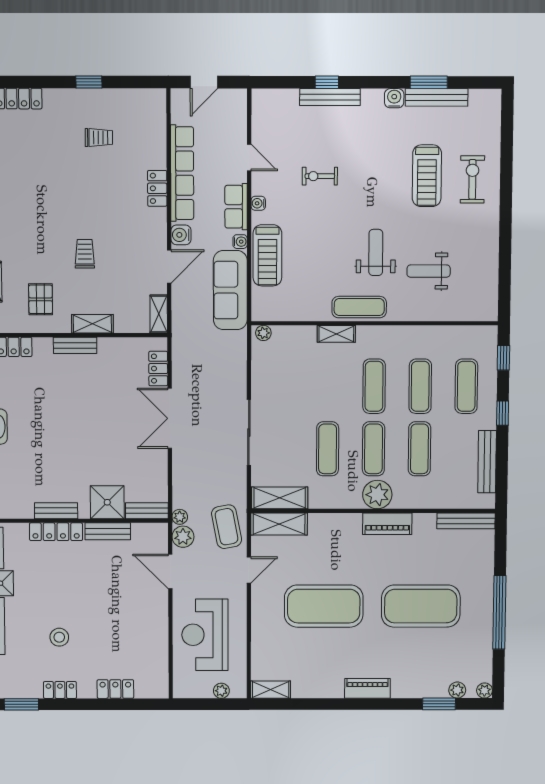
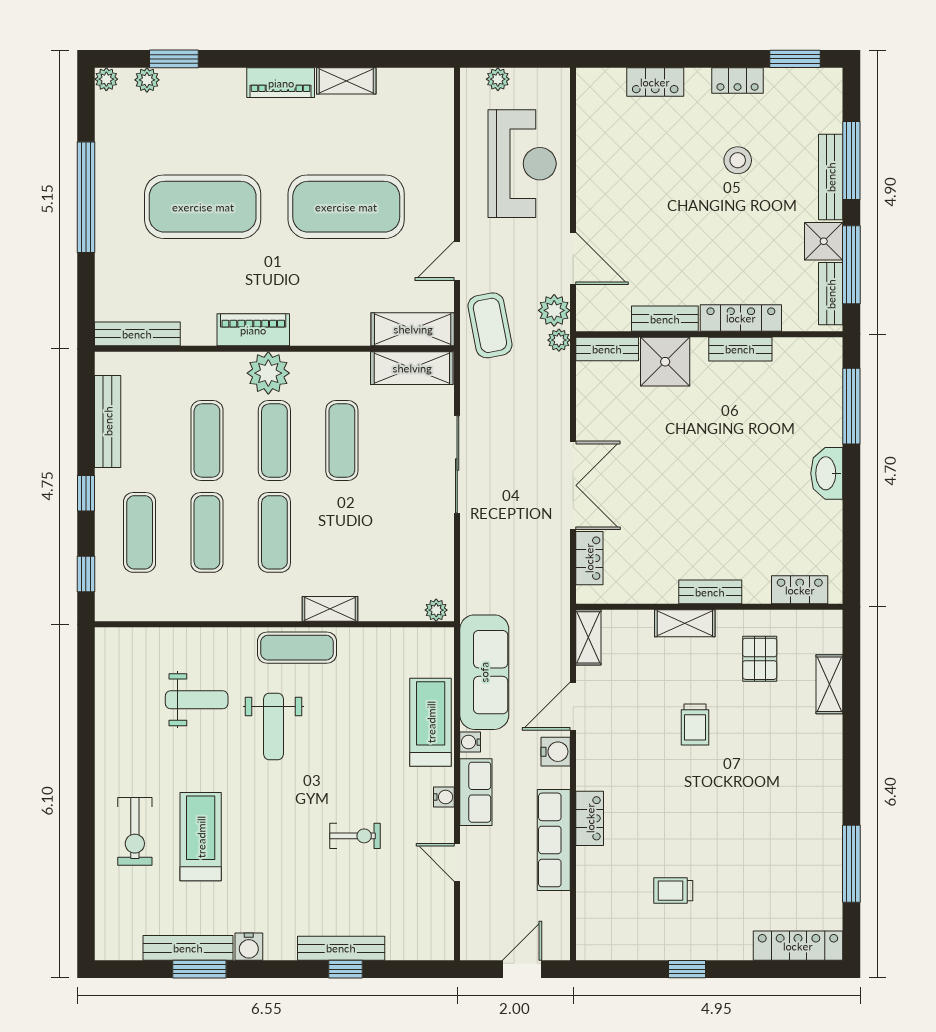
row of seats: (182, 173) -> (554, 840), width x0.73
shelving: (271, 690) -> (346, 81), moved

